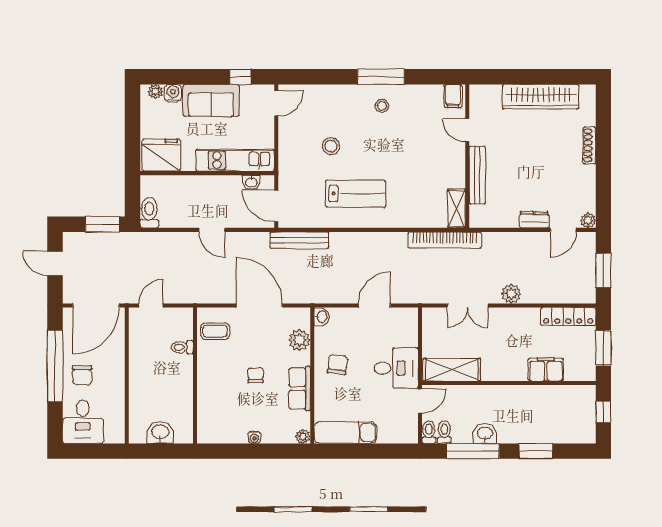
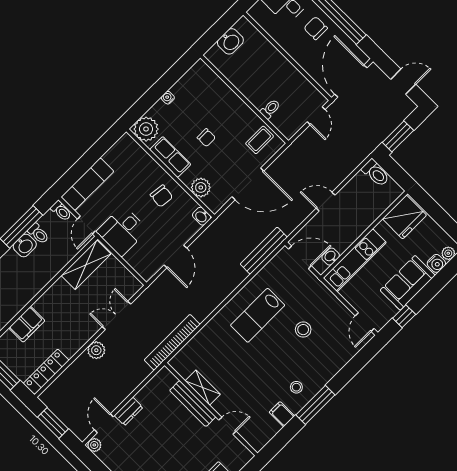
filing cabinet: (453, 96) -> (282, 414), moved
shelving: (457, 208) -> (203, 388), moved
toilet: (444, 432) -> (38, 234), moved
exam couch: (345, 433) -> (87, 184), moved
plant: (303, 436) -> (146, 129), width x1.88, depth x1.88

